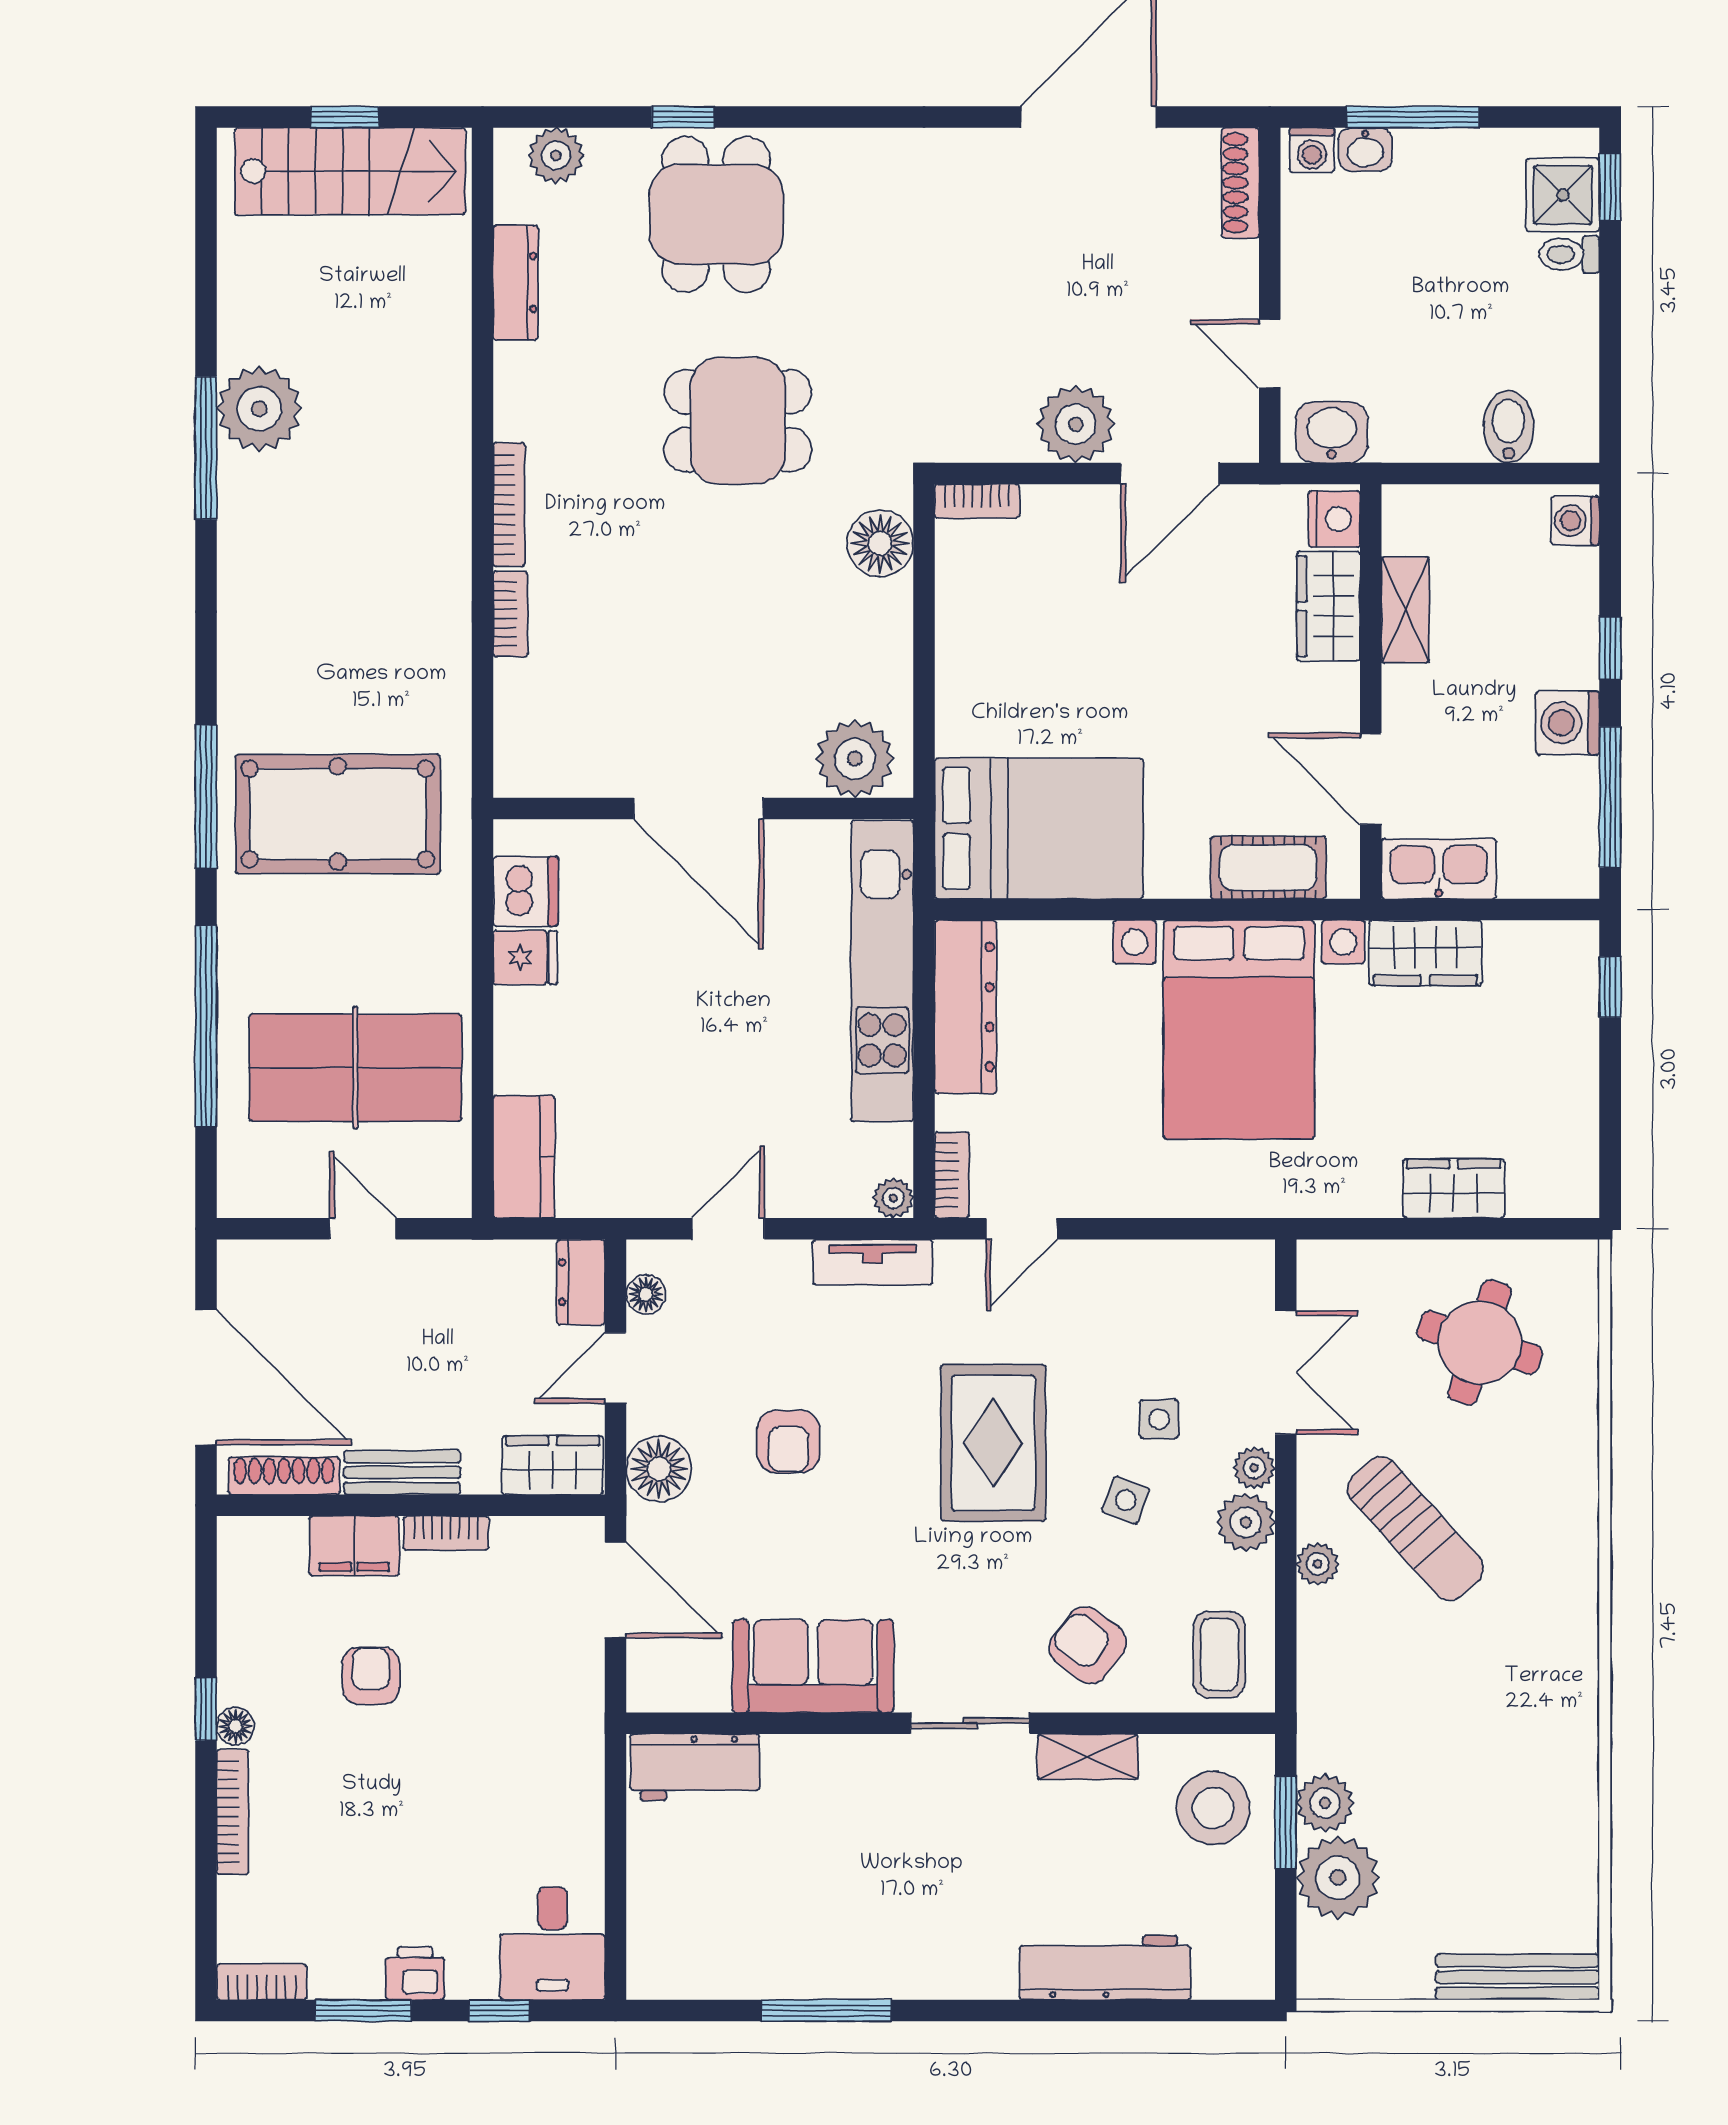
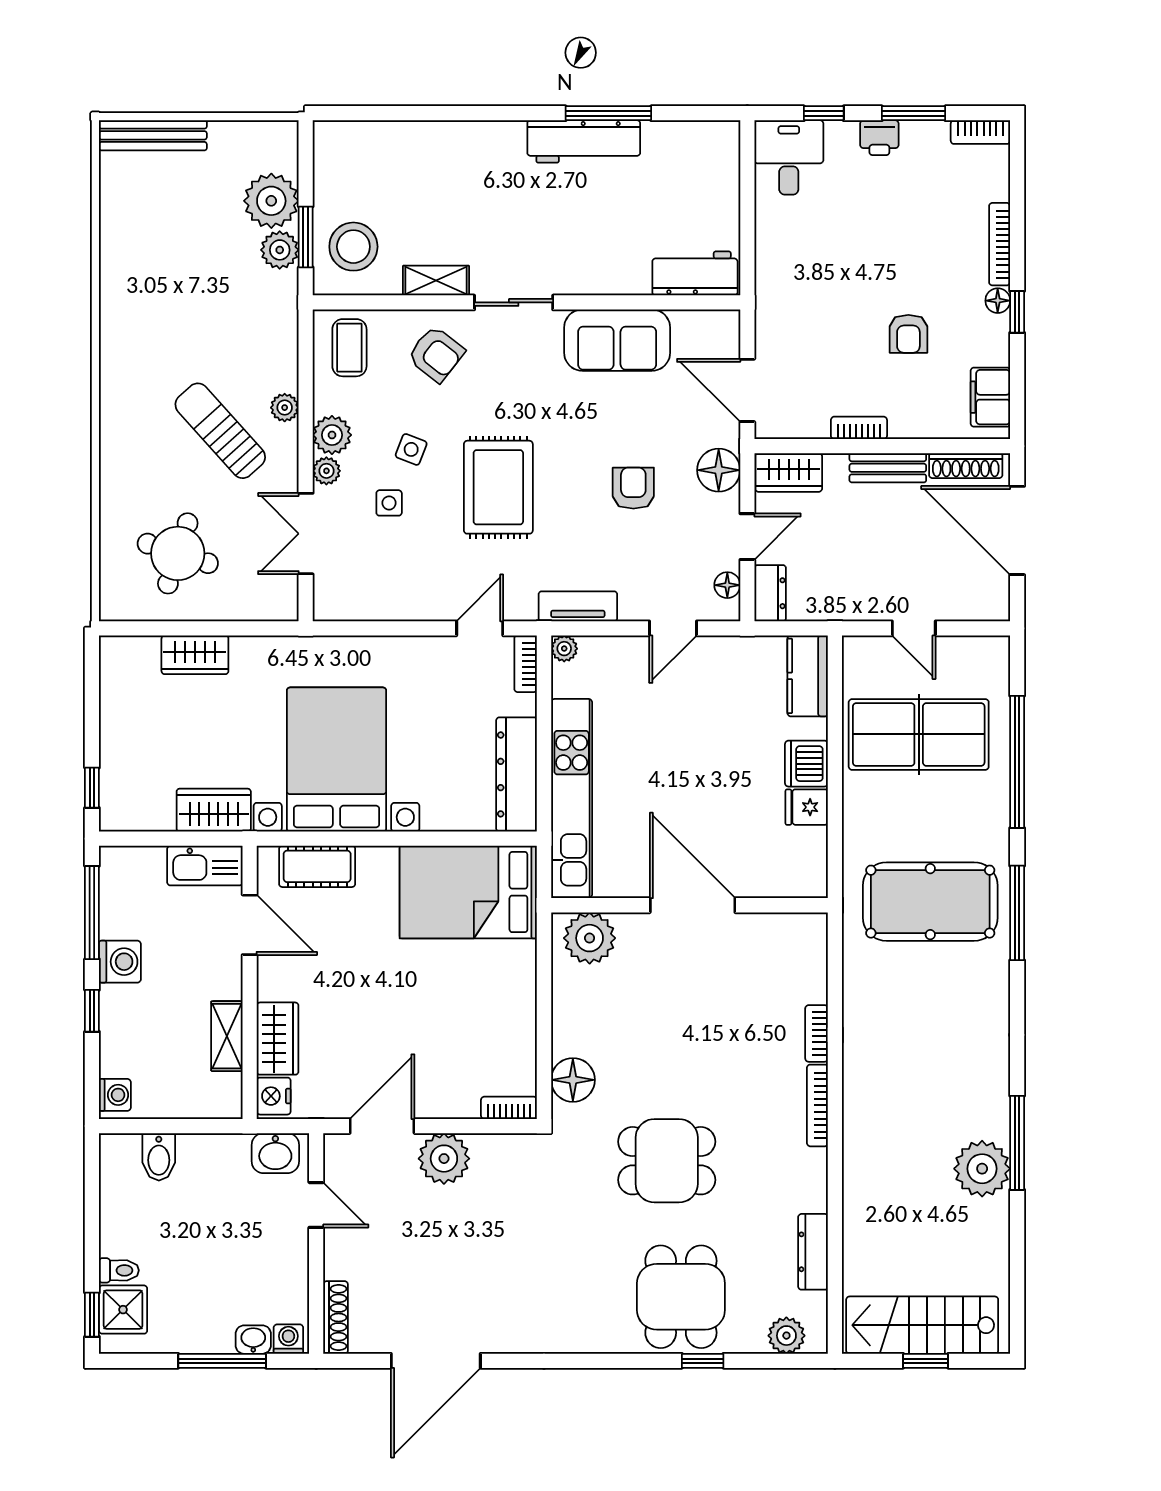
dishwasher: (526, 891) -> (806, 764), moved
filing cabinet: (354, 1546) -> (990, 397), moved, turned -90
workbench: (1105, 1968) -> (584, 141), moved

